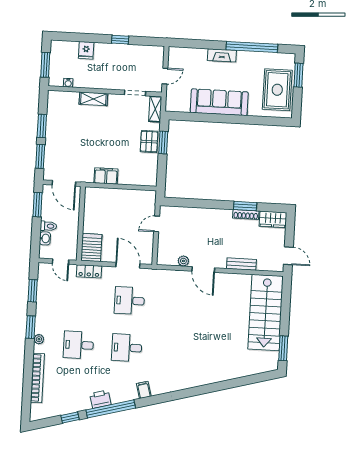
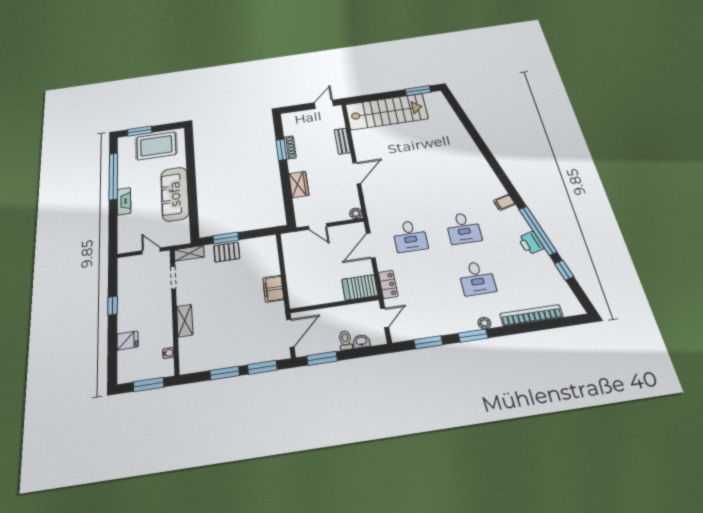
wardrobe: (273, 219) -> (299, 184), moved
plant: (183, 261) -> (356, 213), moved

